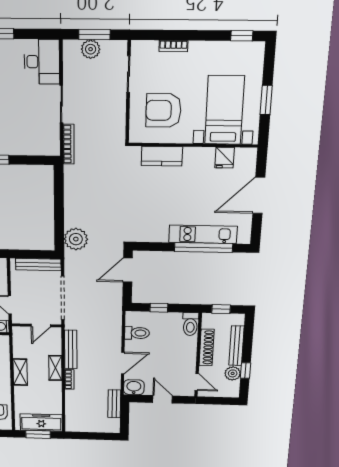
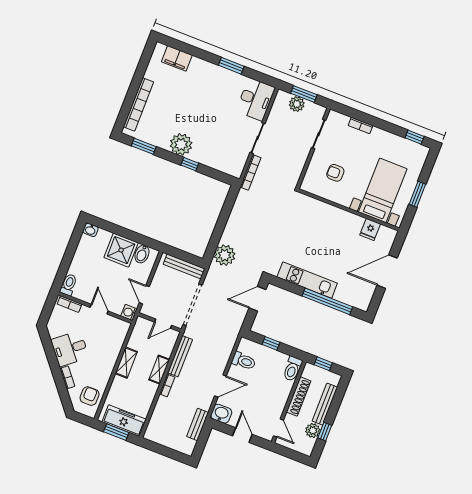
armchair: (163, 110) -> (335, 173), width x0.53, depth x0.53
kitchen counter: (162, 156) -> (321, 210), removed
kitchen unit: (203, 234) -> (307, 280), moved

